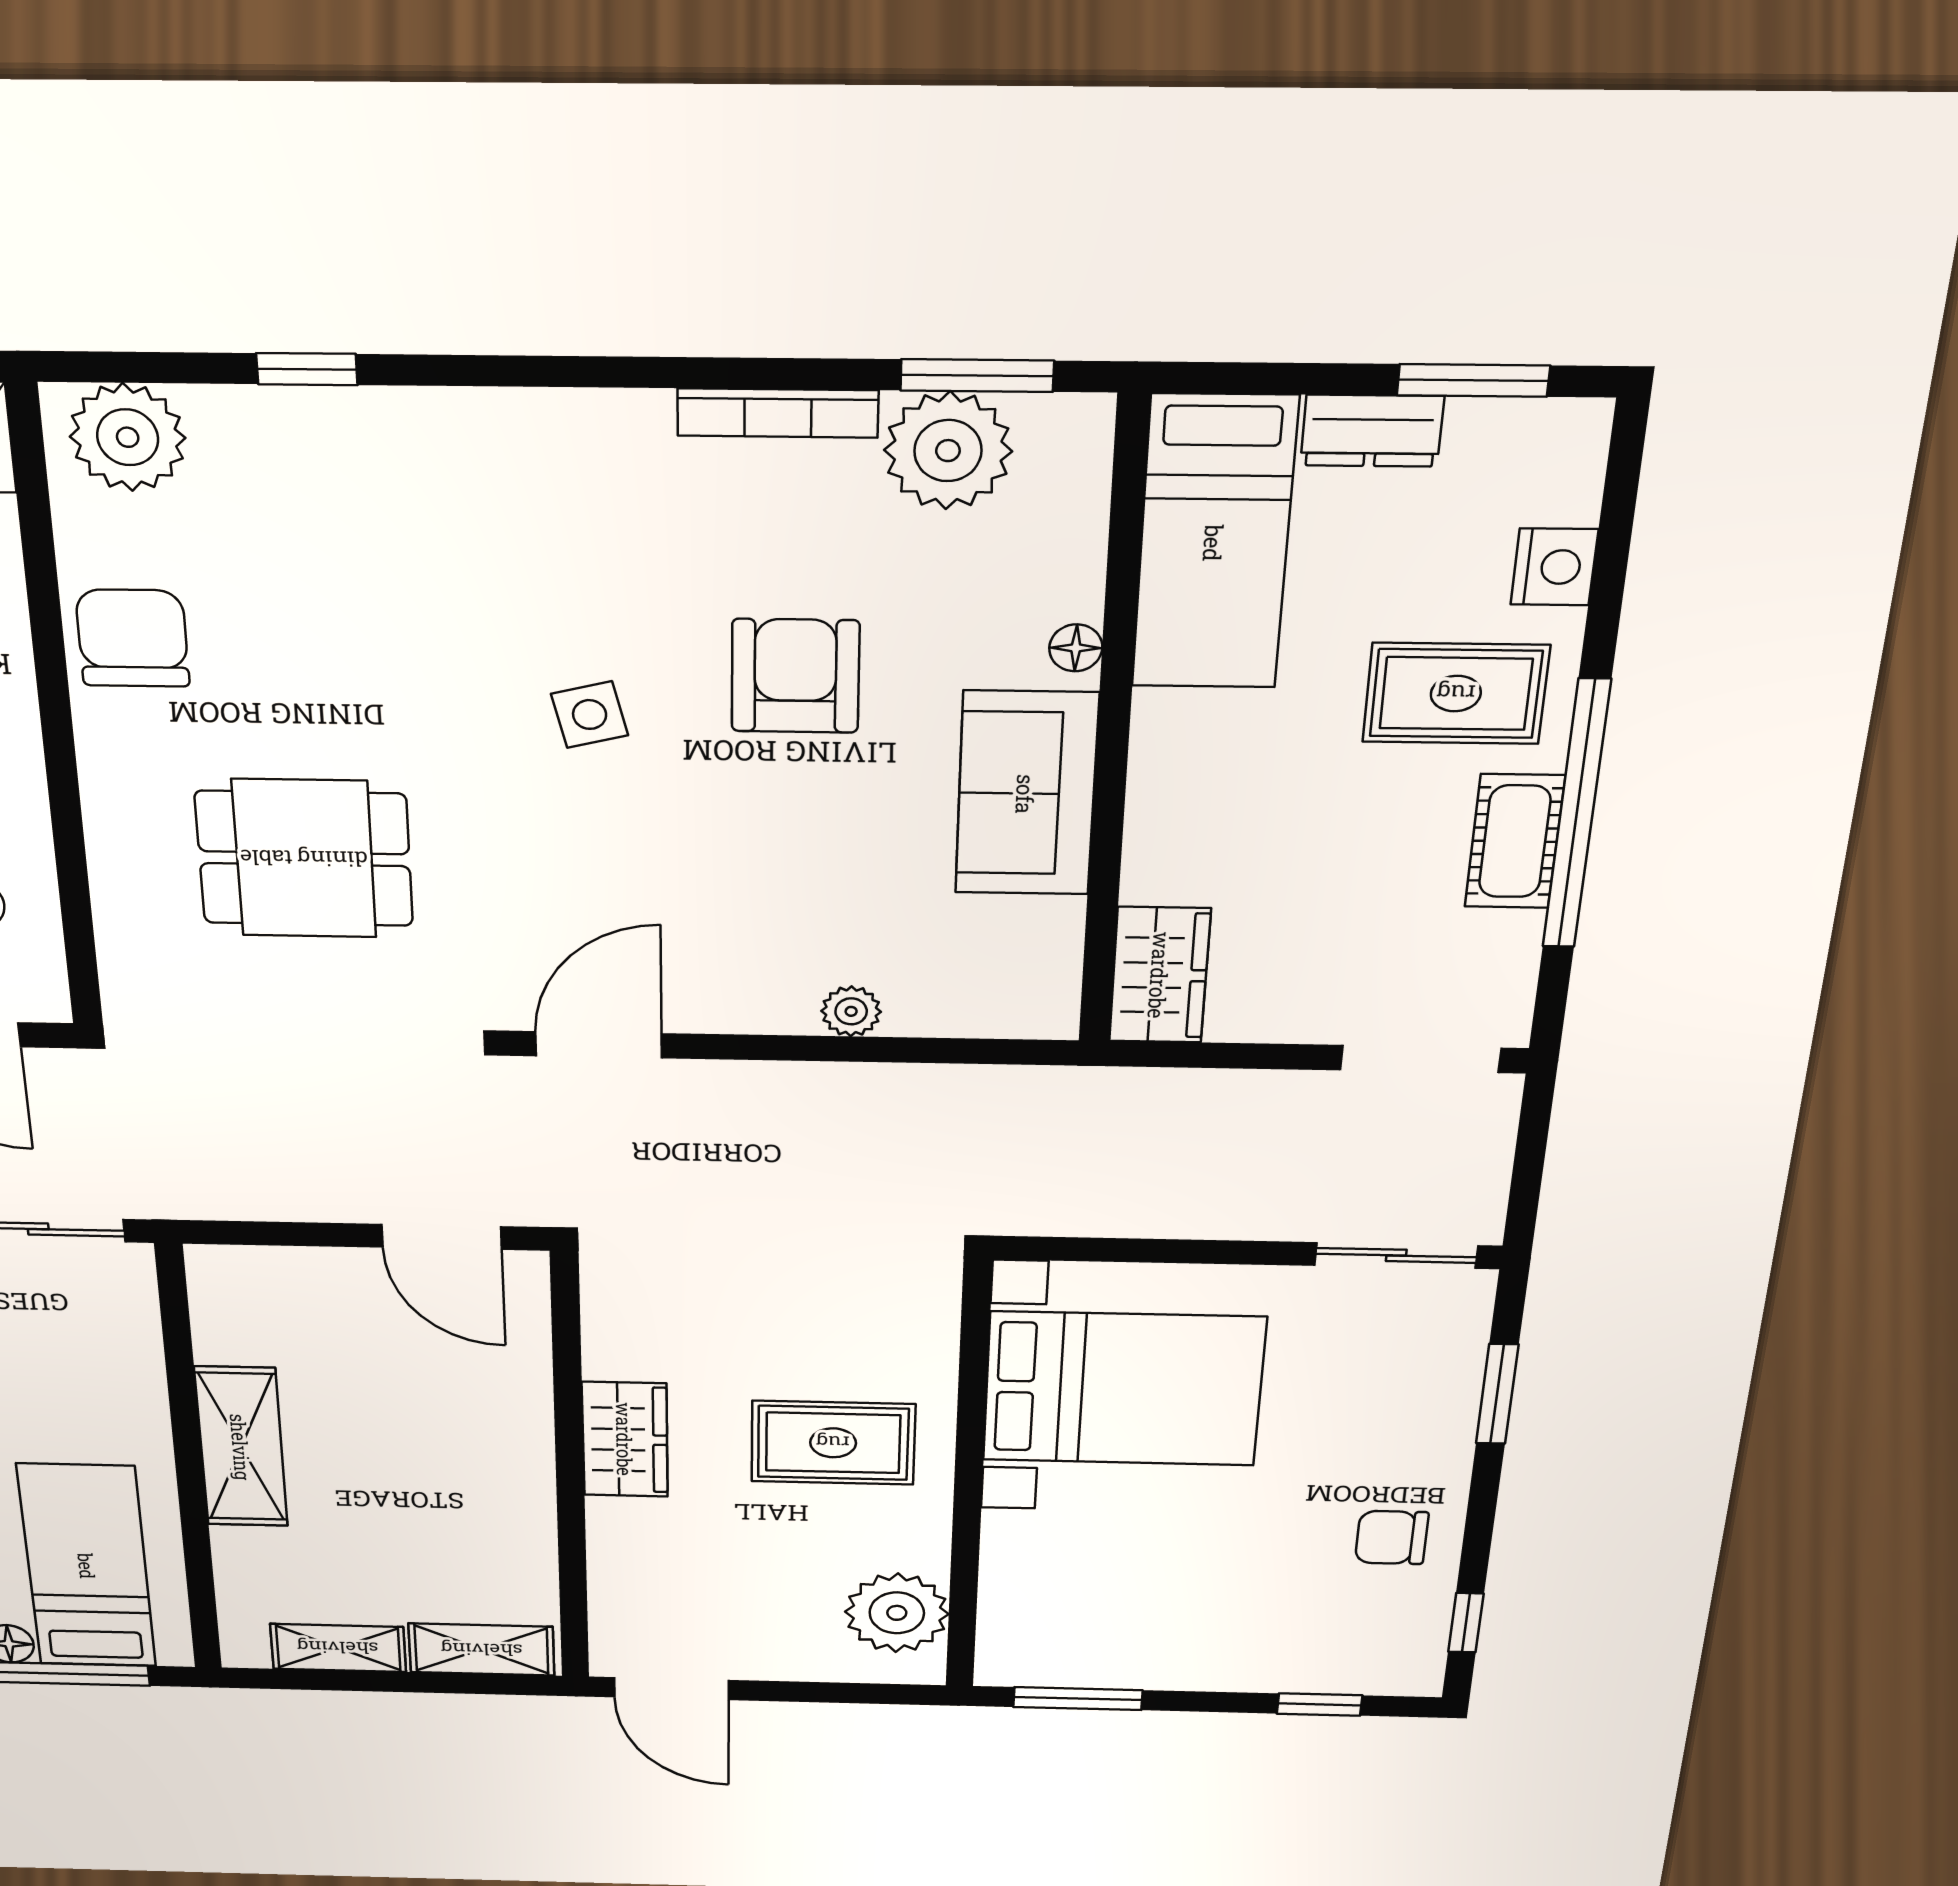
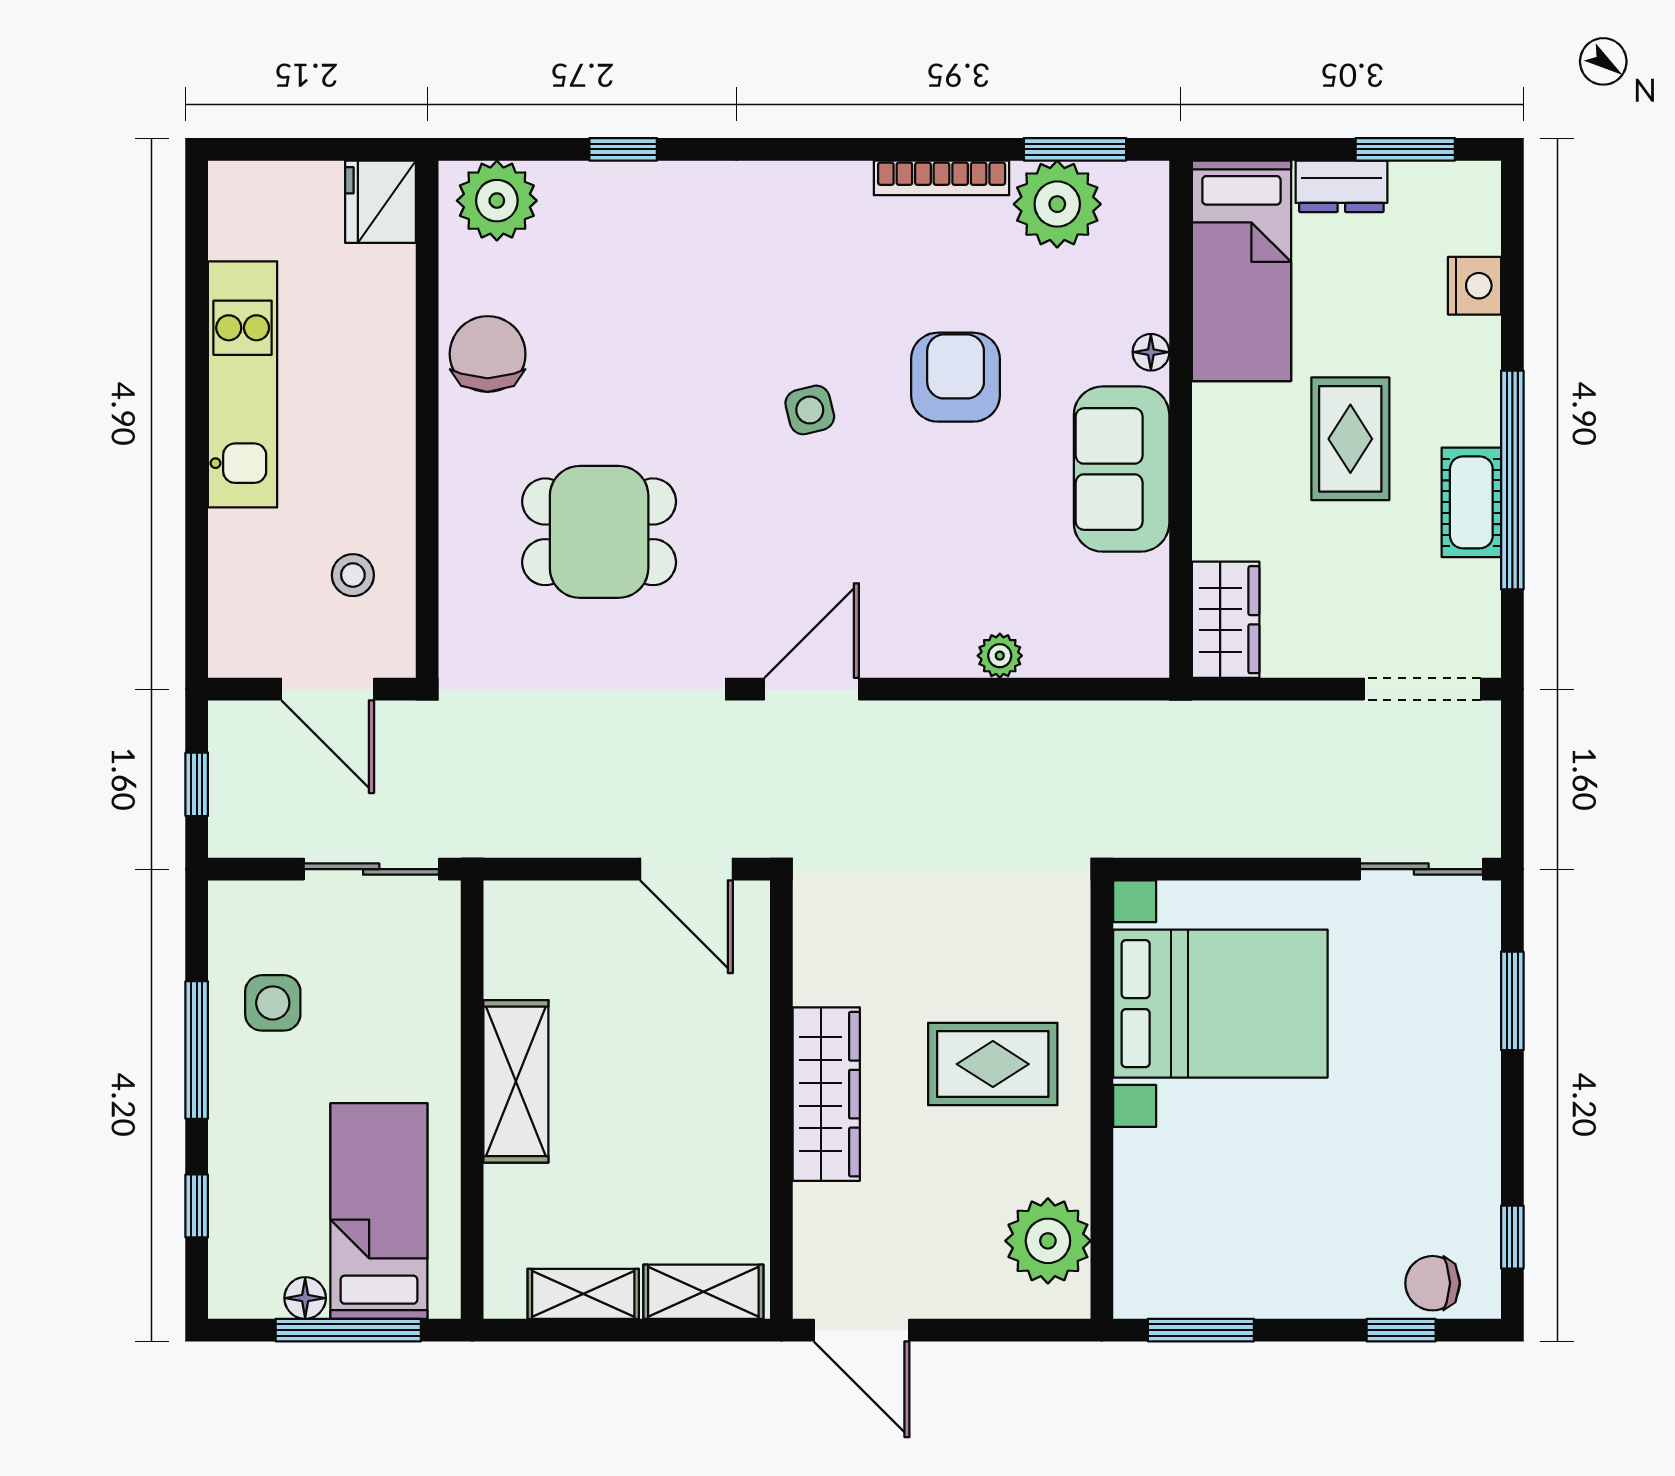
rug: (1456, 694) -> (1350, 439), moved, turned 90
wardrobe: (625, 1439) -> (826, 1094), width x1.50
chair: (1392, 1537) -> (1433, 1283), moved

